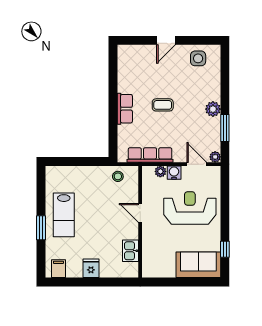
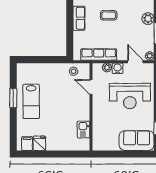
reception desk: (190, 208) -> (130, 96), turned 180
door: (140, 213) -> (91, 87), moved
window: (41, 228) -> (13, 98), moved
fridge: (91, 268) -> (39, 143), moved

